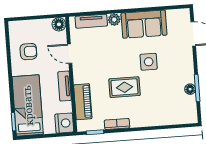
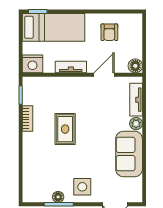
side table: (149, 62) -> (82, 187), moved
piano: (83, 102) -> (53, 85), removed

